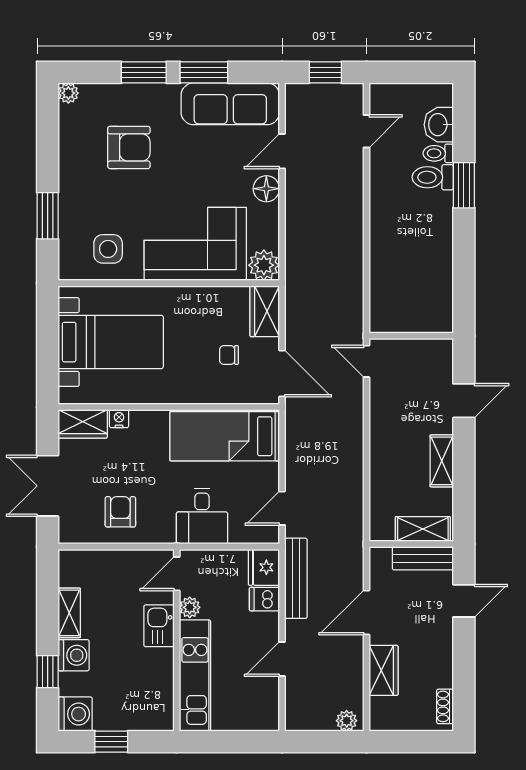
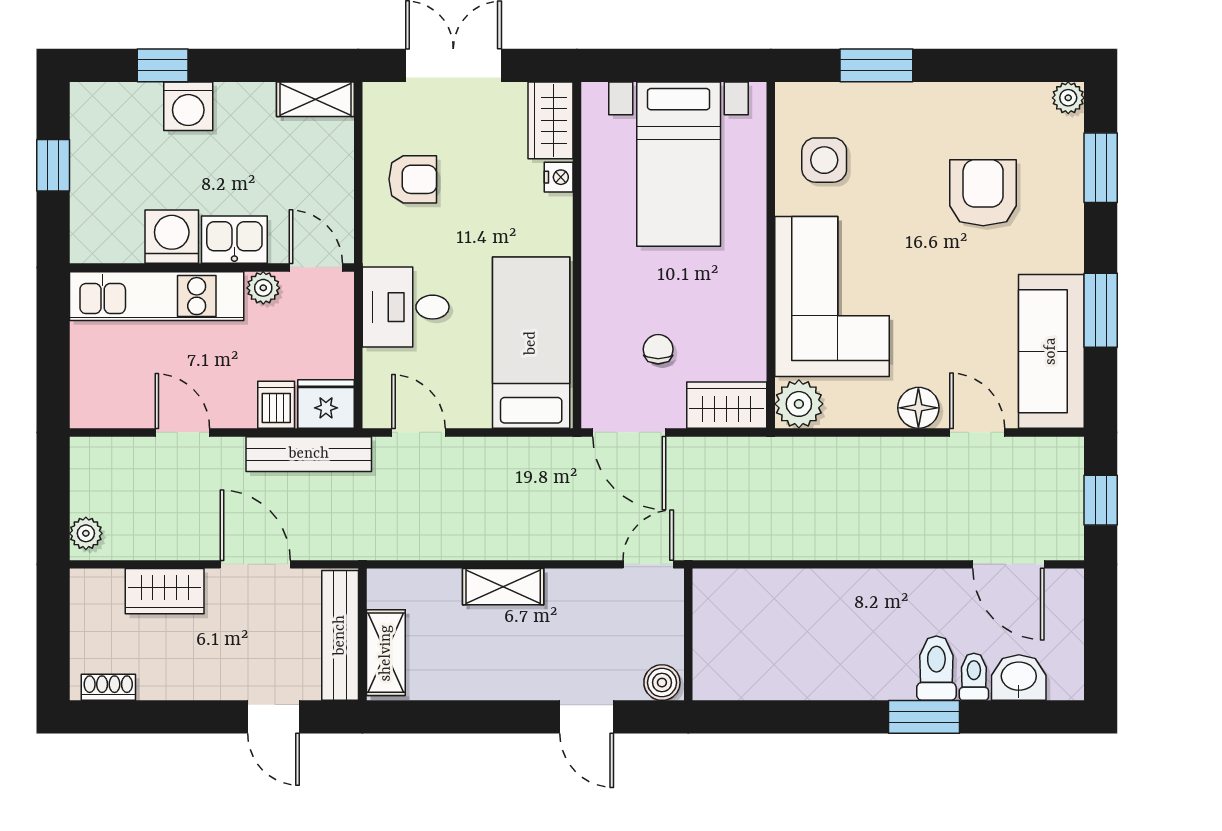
window: (144, 72) -> (1101, 168), moved
door: (366, 131) -> (1008, 564), width x1.38
armchair: (129, 147) -> (983, 193), turned 180
boiler: (442, 353) -> (662, 683), added
door: (282, 374) -> (629, 432), hinge flipped
shelving: (442, 461) -> (503, 587), moved
bench: (423, 558) -> (340, 635), width x1.36
shelving: (69, 613) -> (315, 99), moved
washing machine: (75, 714) -> (172, 237), moved, turned 180

